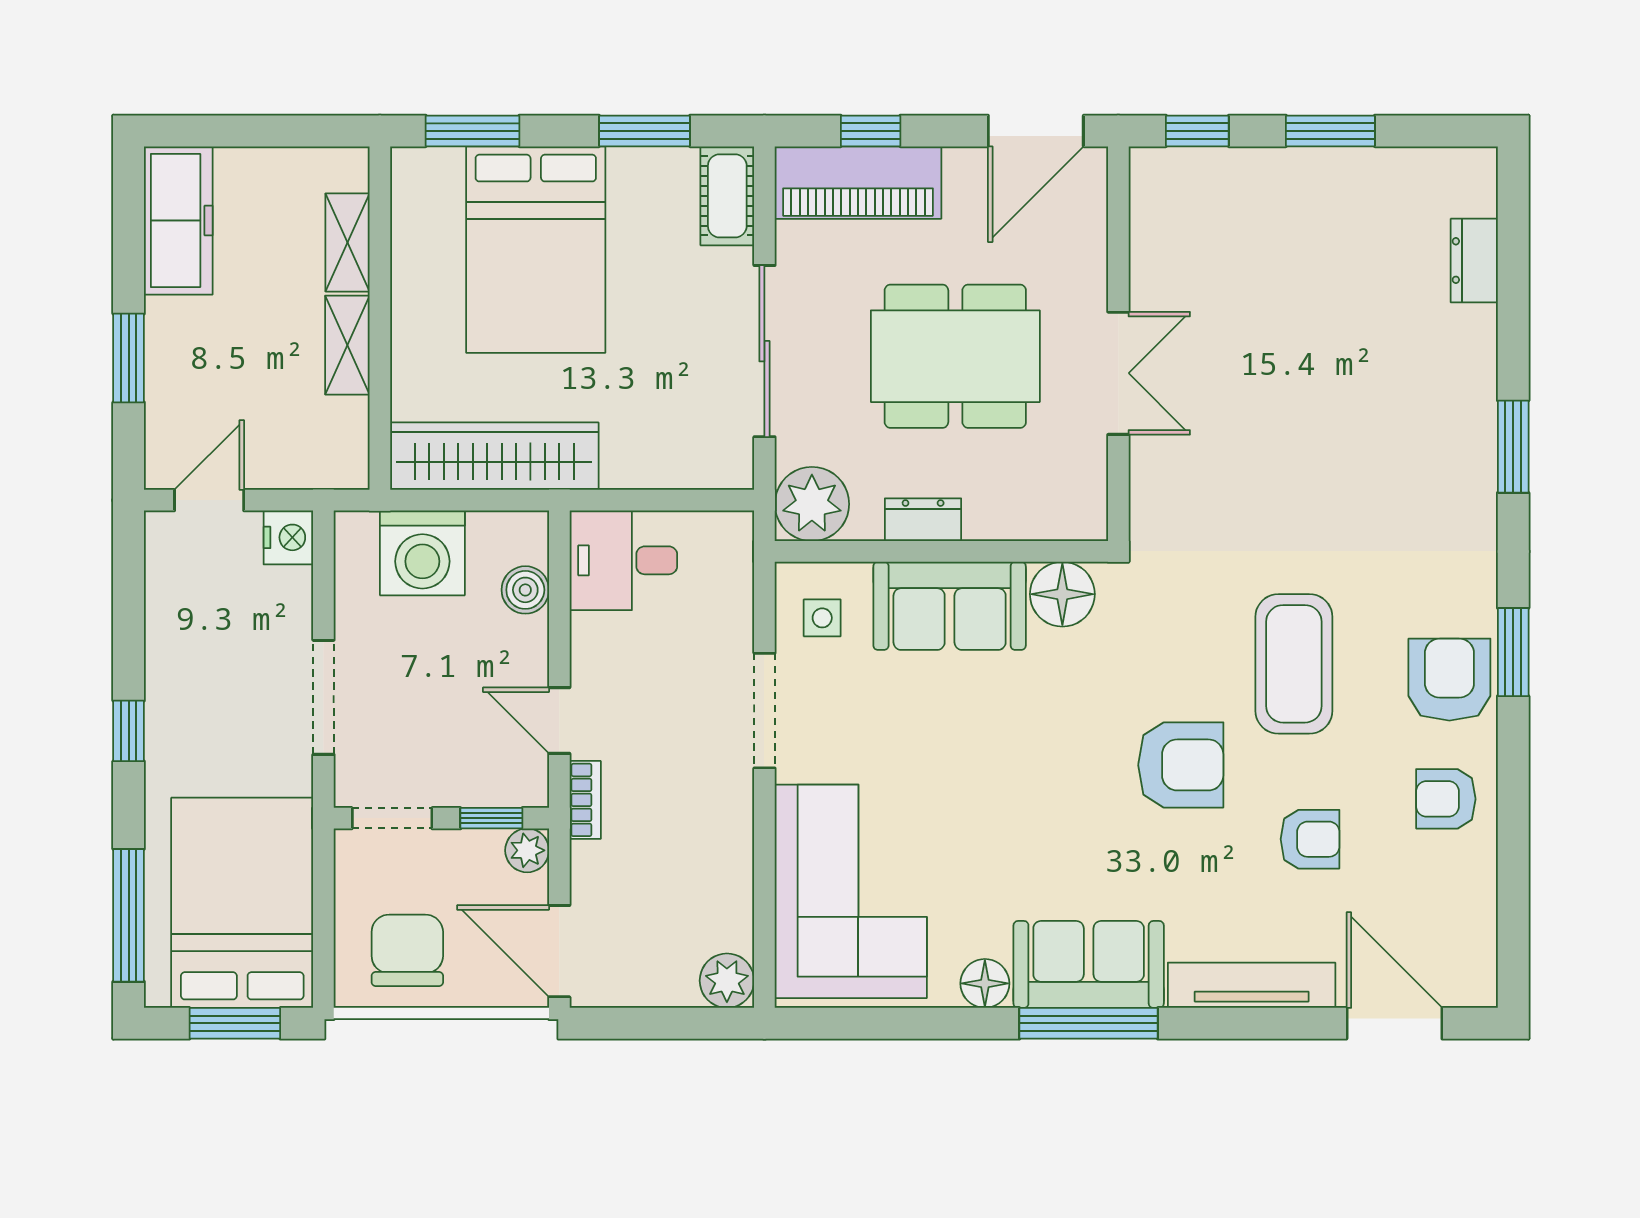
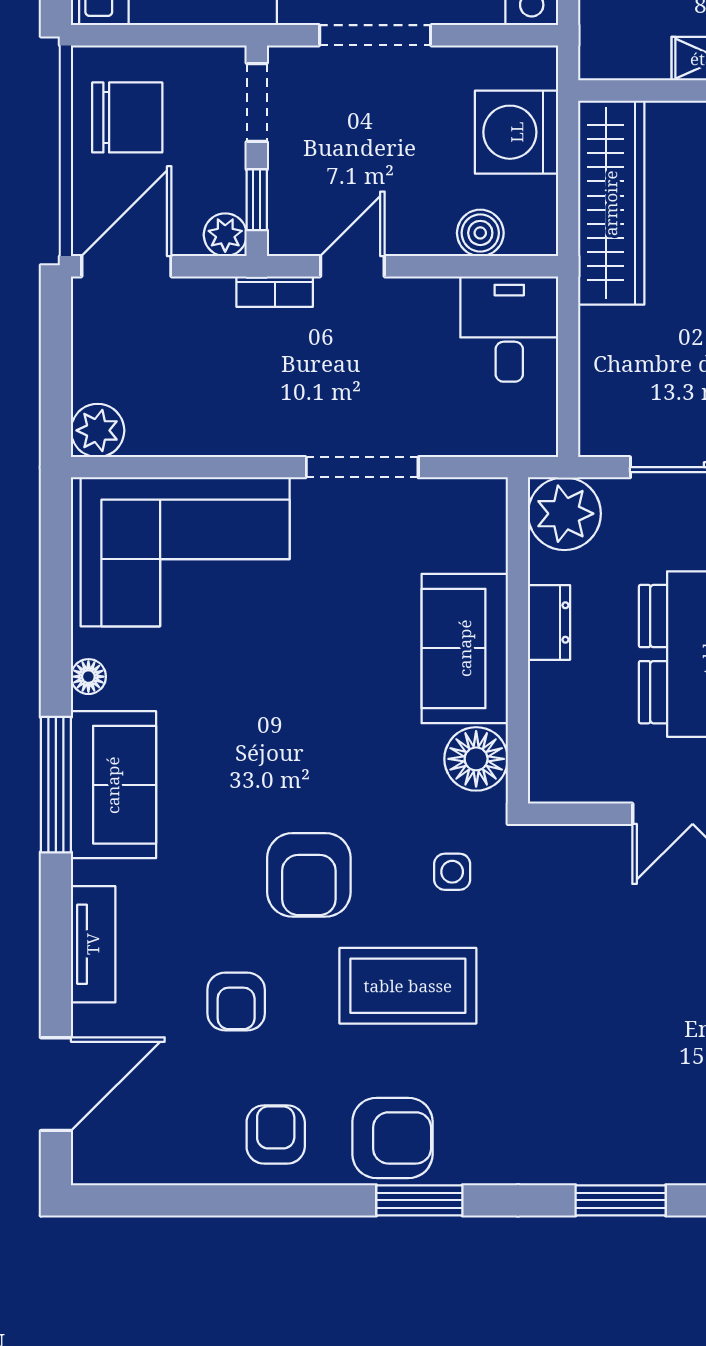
side table: (822, 618) -> (452, 872), moved
floor lamp: (985, 983) -> (88, 677), width x0.73, depth x0.73
tv unit: (1252, 985) -> (93, 944), width x0.71

